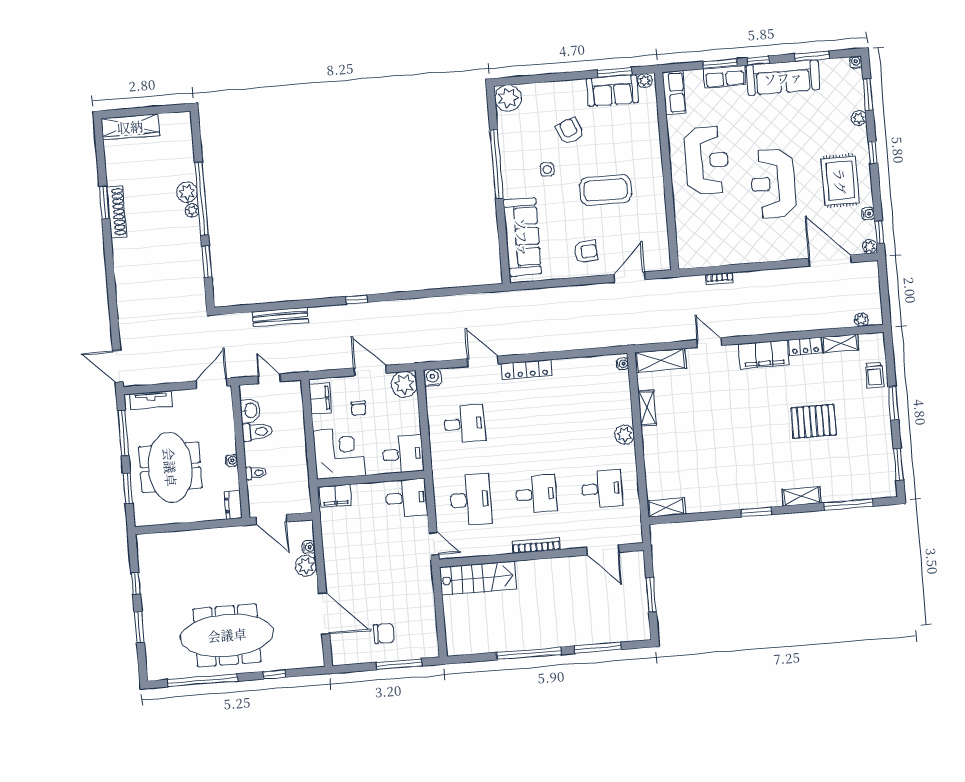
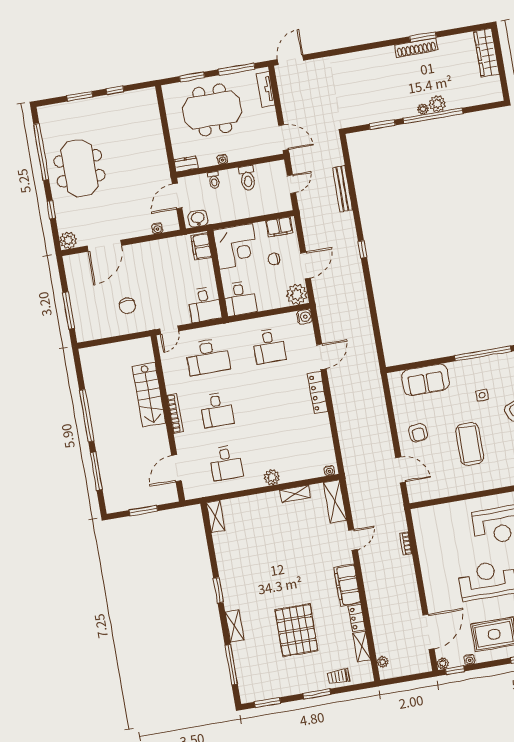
sofa: (522, 237) -> (426, 380), width x0.73
washbasin: (250, 410) -> (198, 219), moved, turned 180
pallet: (813, 421) -> (296, 630), width x1.37, depth x1.41
plant: (306, 566) -> (68, 240), moved
stairs: (478, 578) -> (149, 395), moved
chair: (384, 633) -> (127, 306), moved
meeting table: (227, 635) -> (79, 168), width x0.73

